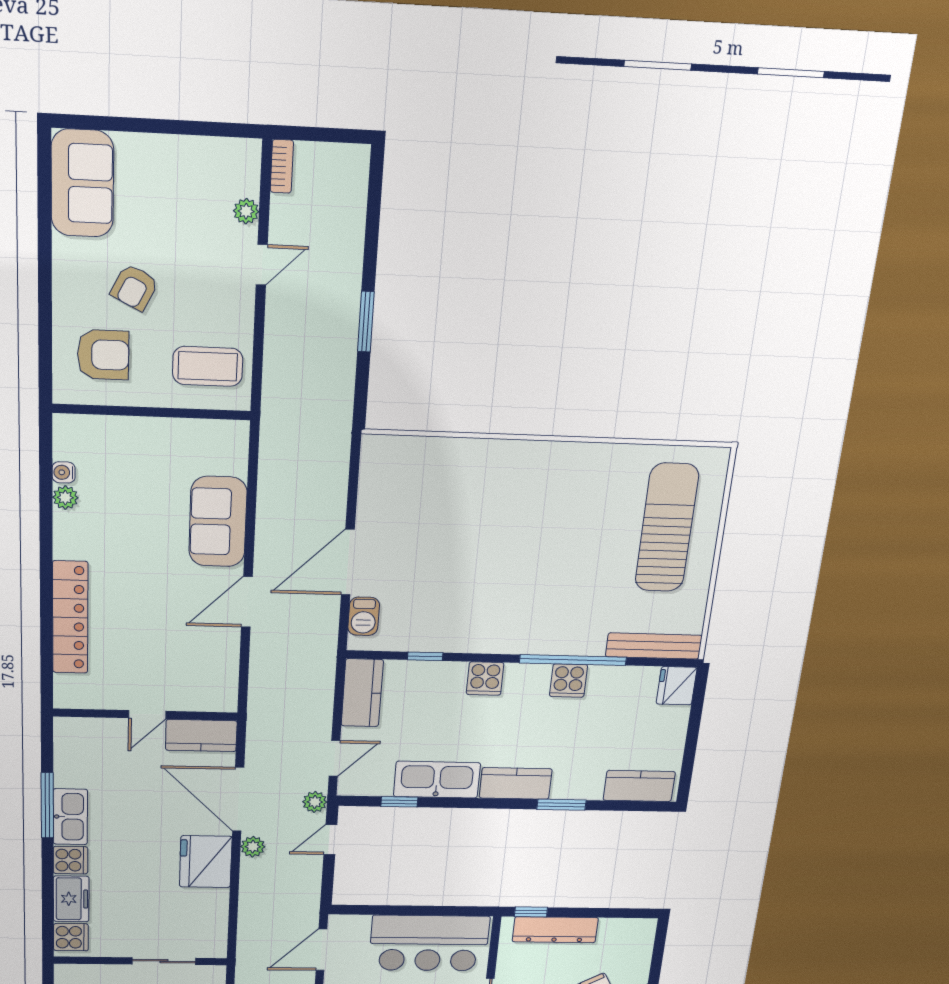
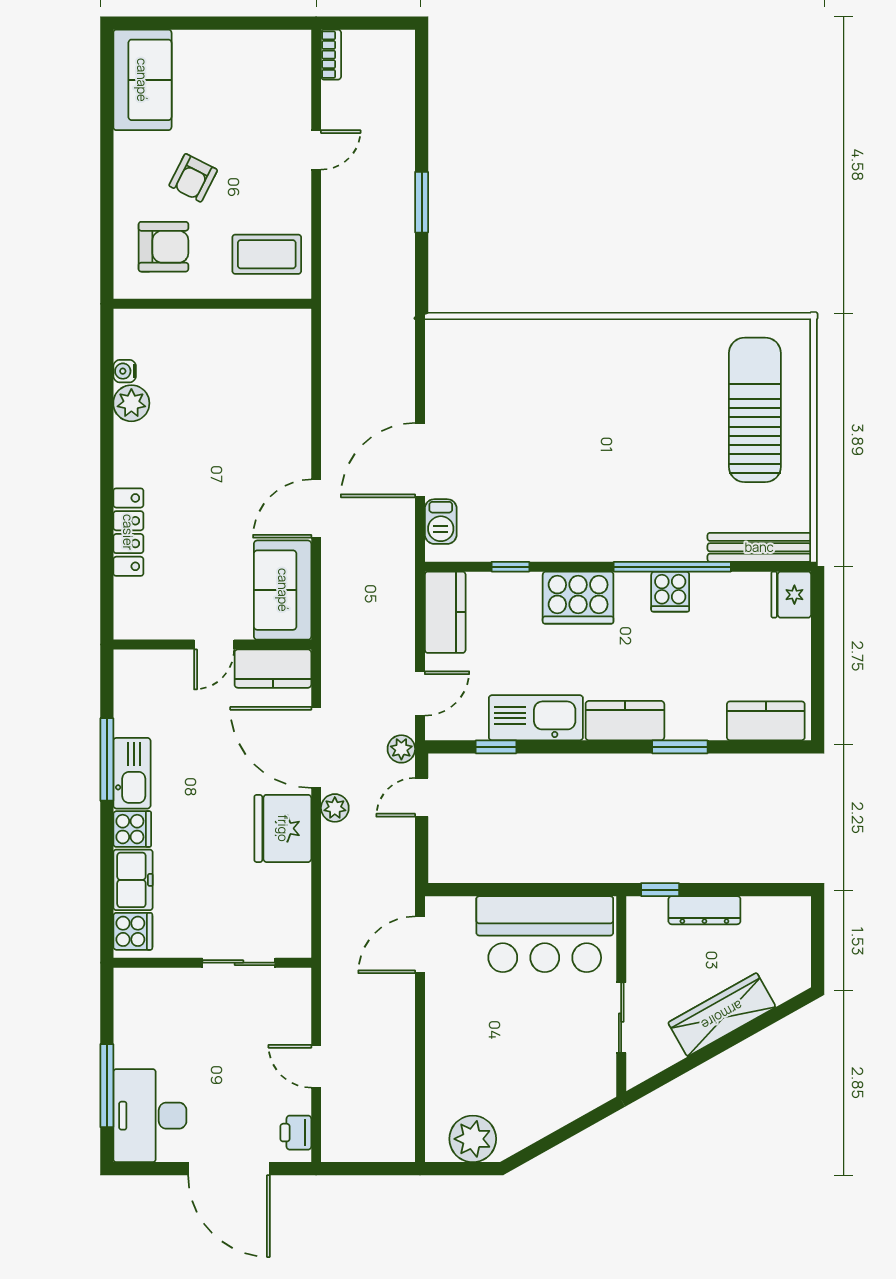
plant: (246, 211) -> (299, 99), removed
plant: (65, 498) -> (131, 403), width x1.38, depth x1.38
sofa: (218, 522) -> (283, 590), moved
locker: (70, 617) -> (128, 532), width x0.71, depth x0.83
cooker: (485, 678) -> (578, 598), width x1.87, depth x1.31
dresser: (555, 930) -> (704, 910), width x0.73, depth x0.80

